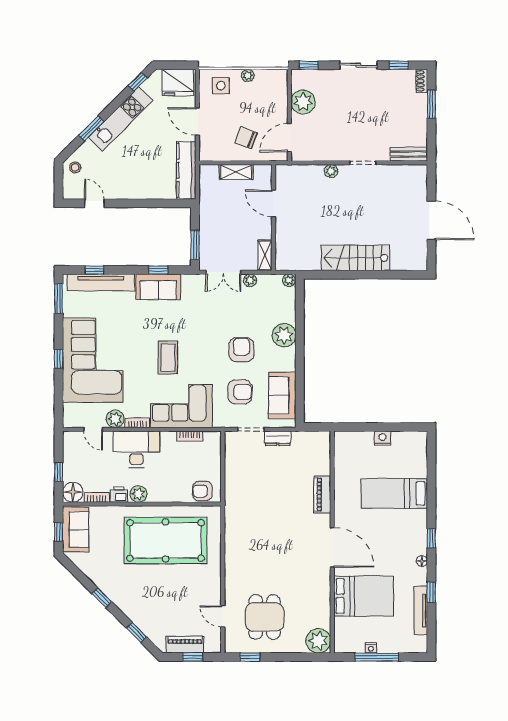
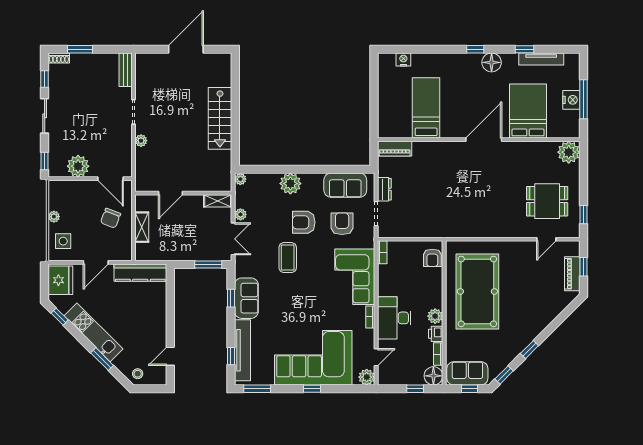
coffee table: (168, 358) -> (288, 258), moved, turned 90
plant: (115, 419) -> (367, 377), moved
bookcase: (190, 436) -> (382, 252), moved
nightstand: (382, 438) -> (403, 60), moved, turned 90
bed: (394, 493) -> (426, 108), moved, turned 180
piano: (322, 494) -> (395, 149), moved
floor lamp: (422, 561) -> (492, 62), width x1.89, depth x1.89
window: (137, 632) -> (504, 375), moved
nightstand: (371, 648) -> (571, 100), width x1.89, depth x1.79

